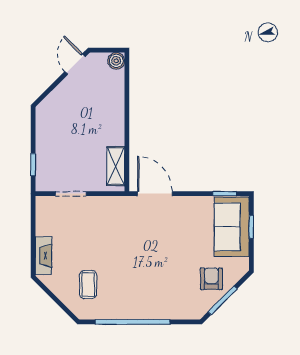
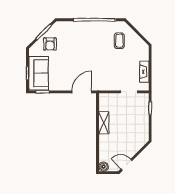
door: (75, 64) -> (127, 165), swing flipped
shelving: (116, 166) -> (104, 123), moved
door: (155, 194) -> (82, 92), swing flipped
fireplace: (43, 256) -> (144, 72), moved

